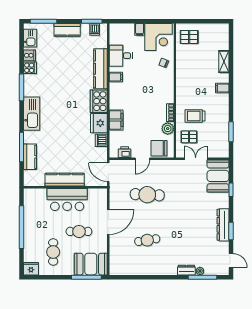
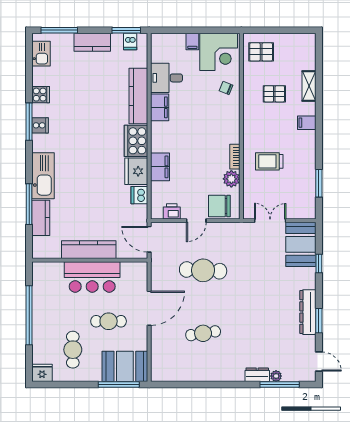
cooker: (30, 55) -> (40, 125), moved
filing cabinet: (116, 77) -> (160, 107), width x2.00
kitchen sink: (32, 114) -> (43, 176), moved
pallet: (189, 137) -> (274, 94), moved

